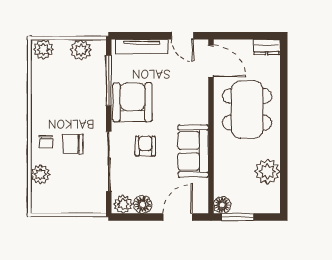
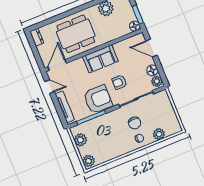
door: (182, 36) -> (50, 87), hinge flipped
armchair: (133, 102) -> (98, 99), turned 180
sofa: (193, 151) -> (100, 59), moved

